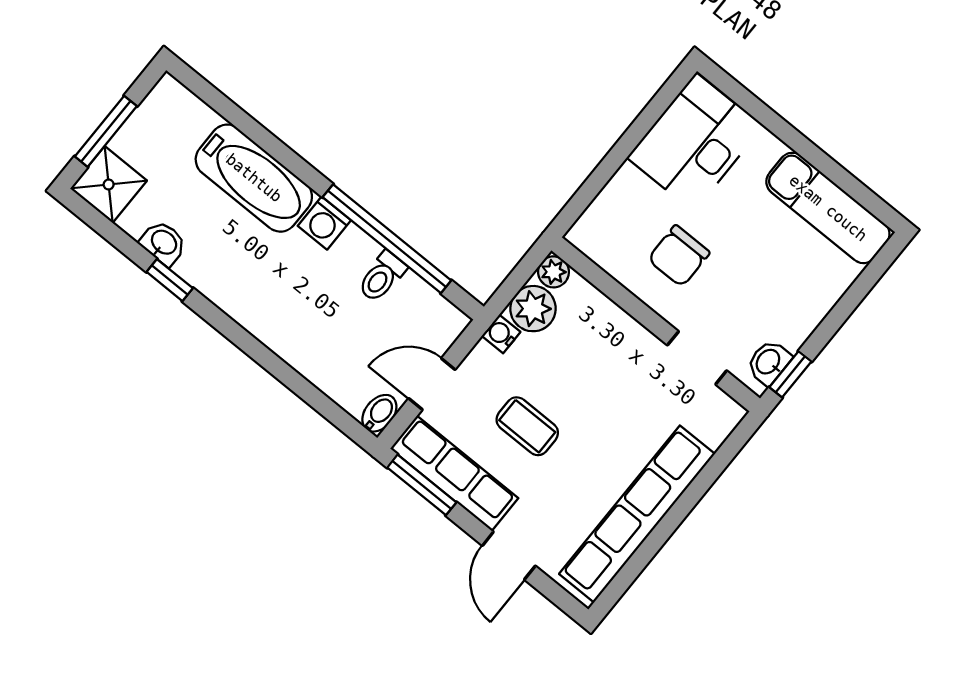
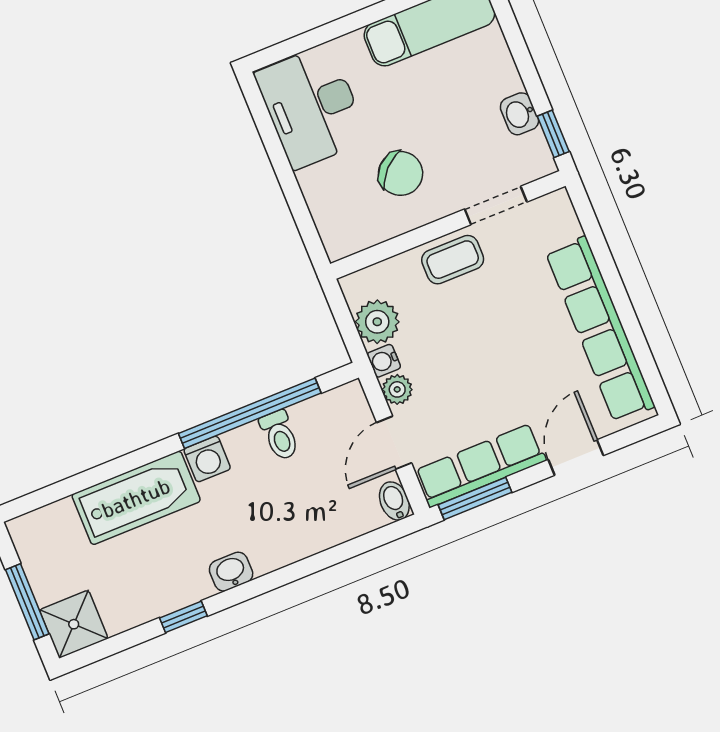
washbasin: (163, 243) -> (231, 572), moved
chair: (679, 256) -> (401, 173), turned -45
plant: (554, 272) -> (397, 389), moved
washbasin: (769, 362) -> (519, 114), moved
coffee table: (527, 426) -> (453, 260), moved
door: (509, 556) -> (576, 458), swing flipped

